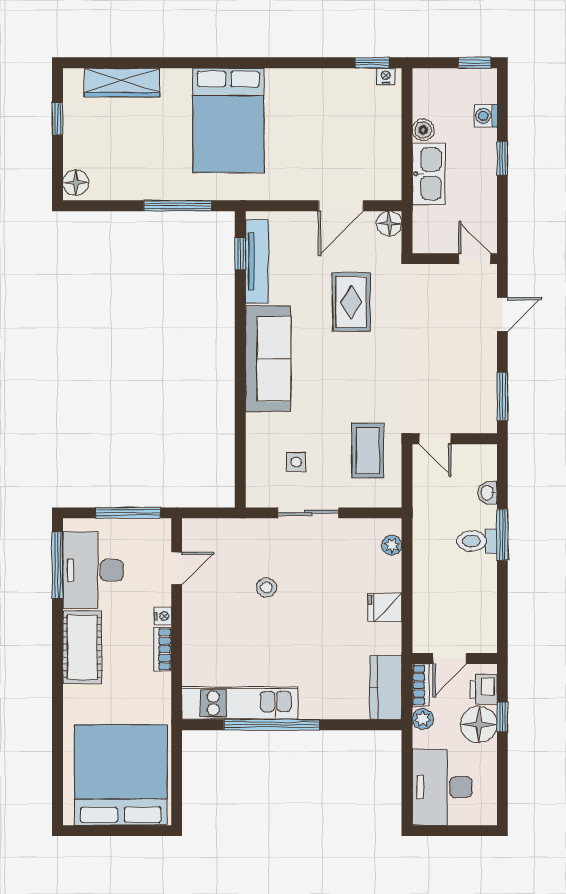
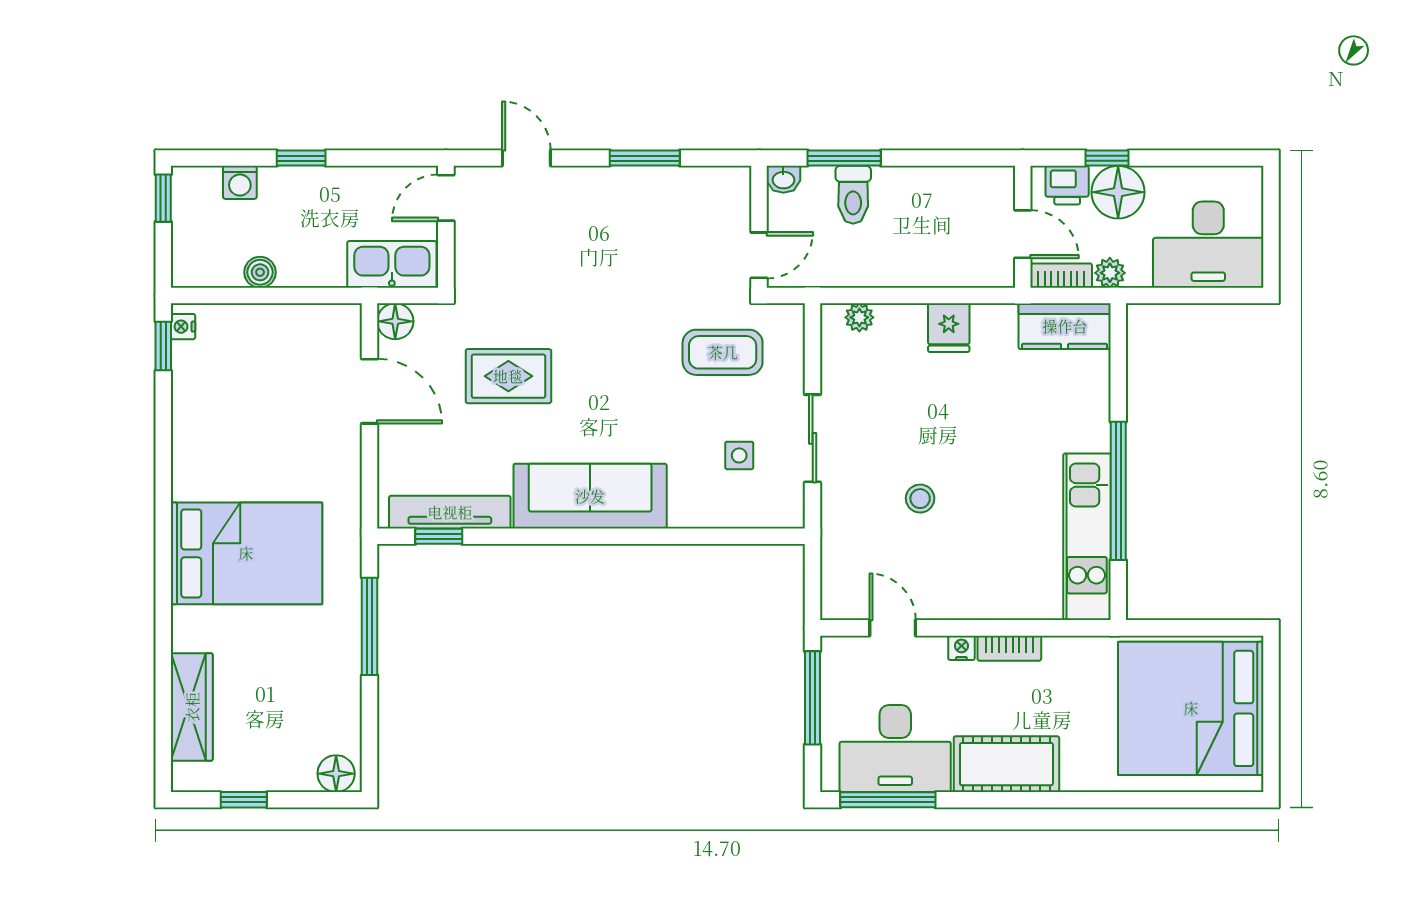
kitchen sink: (429, 174) -> (392, 264), moved
door: (435, 439) -> (759, 255), moved
wall: (455, 439) -> (759, 227), moved

